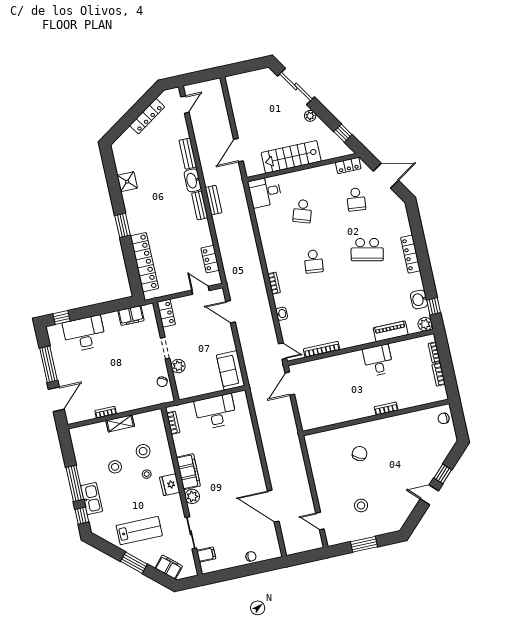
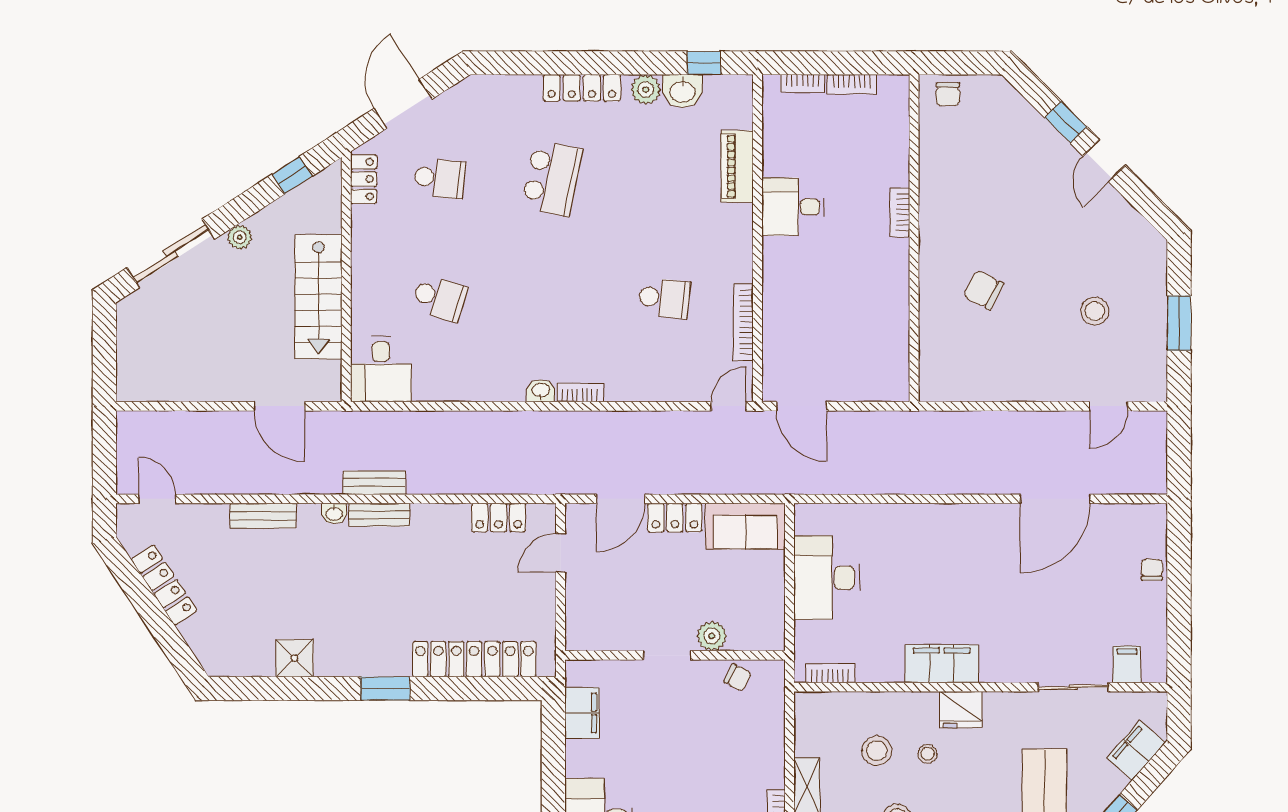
washbasin: (193, 180) -> (334, 513), width x0.52, depth x0.69
school desk: (314, 261) -> (664, 298), moved
locker: (166, 313) -> (675, 518), moved, turned 180
washbasin: (282, 314) -> (541, 391), moved
plant: (425, 324) -> (646, 90), moved
plant: (192, 496) -> (996, 667), removed

